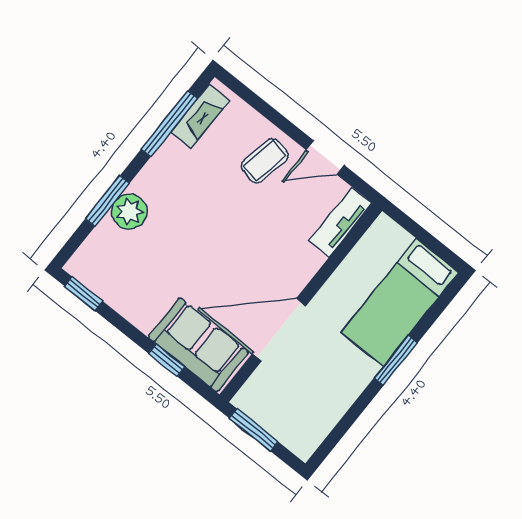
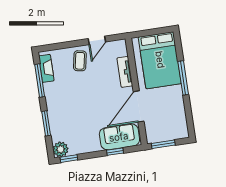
plant: (129, 212) -> (61, 149), moved
tv unit: (341, 222) -> (125, 72), moved
bed: (400, 302) -> (160, 60), width x1.50
window: (396, 360) -> (183, 78), width x1.44

